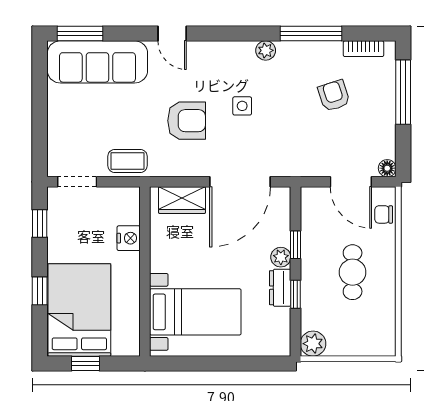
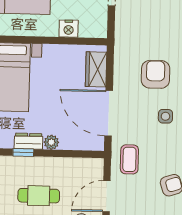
armchair: (187, 121) -> (155, 74), turned 180
coffee table: (127, 161) -> (129, 159), moved
window: (296, 245) -> (60, 153), removed

